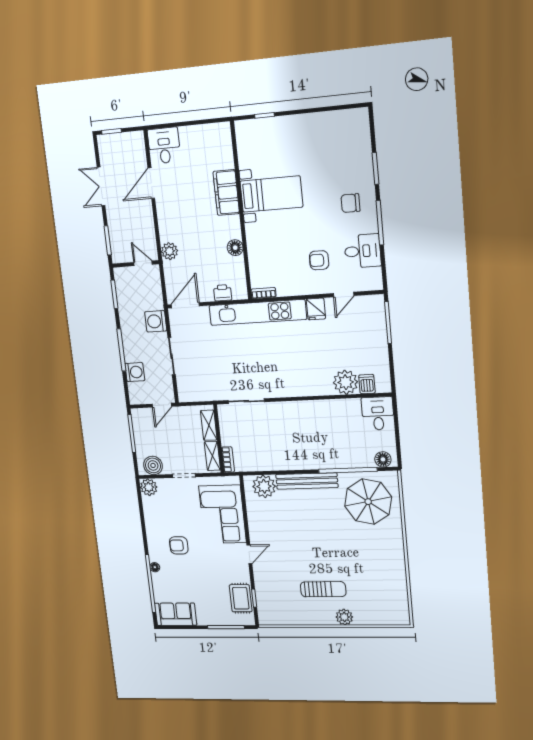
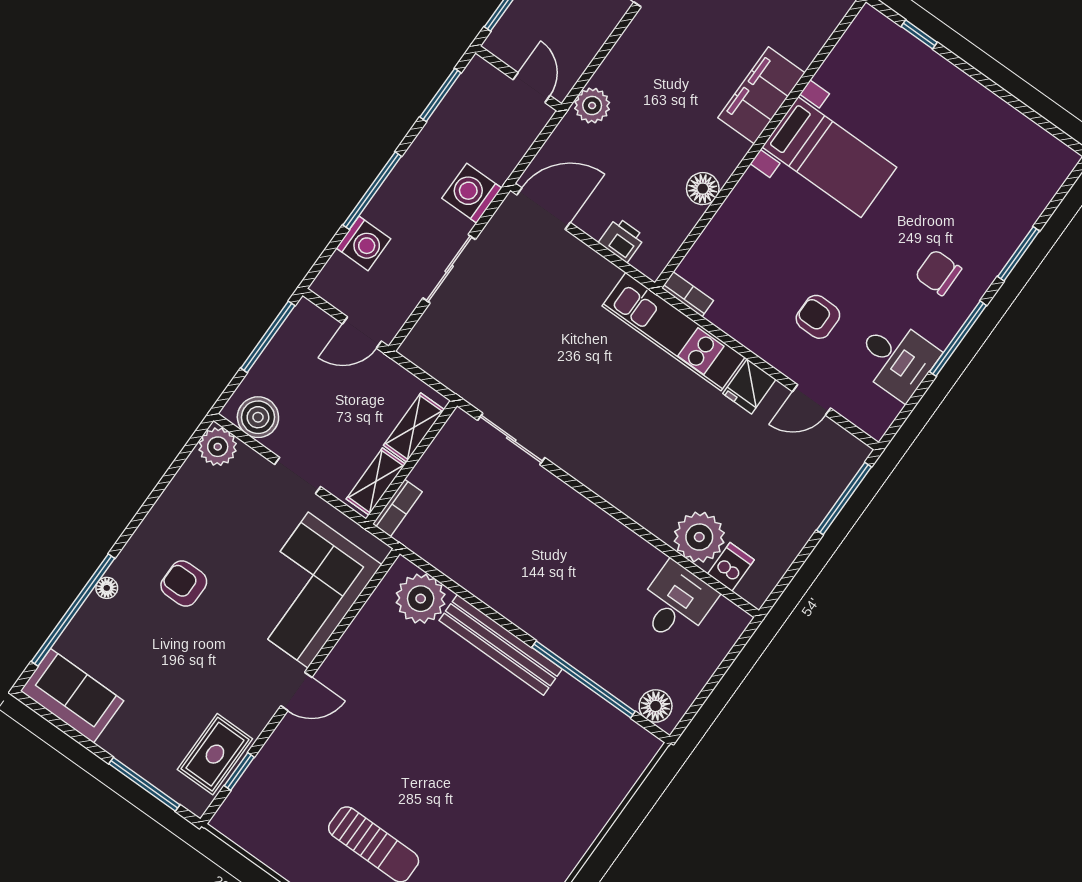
kitchen unit: (258, 312) -> (674, 332), width x0.73
desk: (378, 413) -> (676, 603), moved
parasol: (368, 502) -> (574, 756), removed

